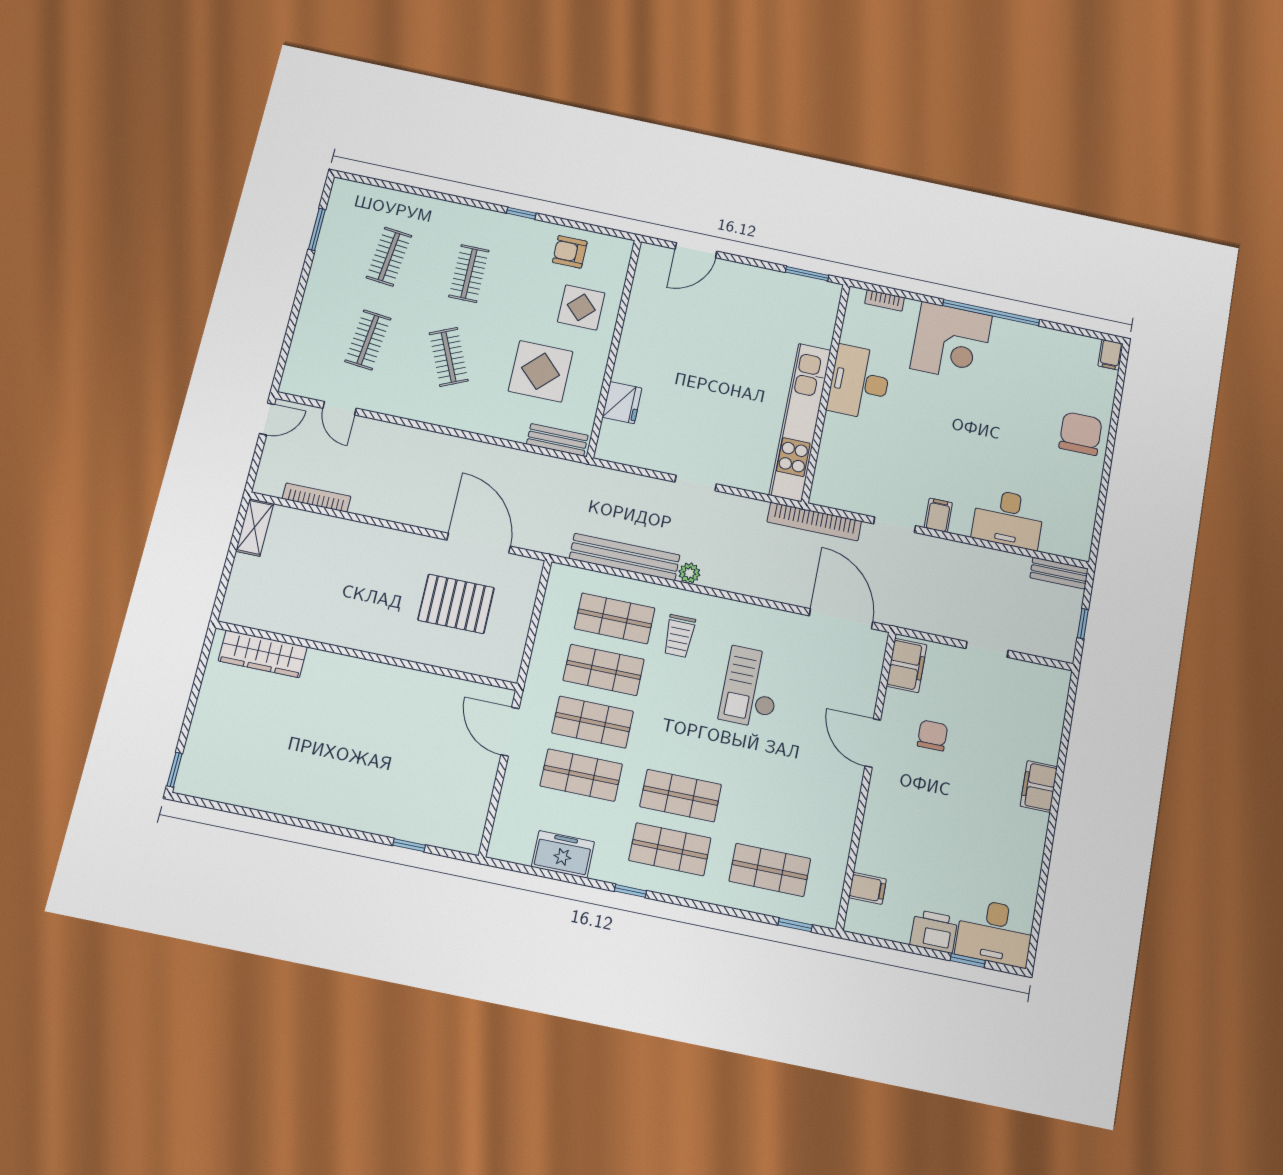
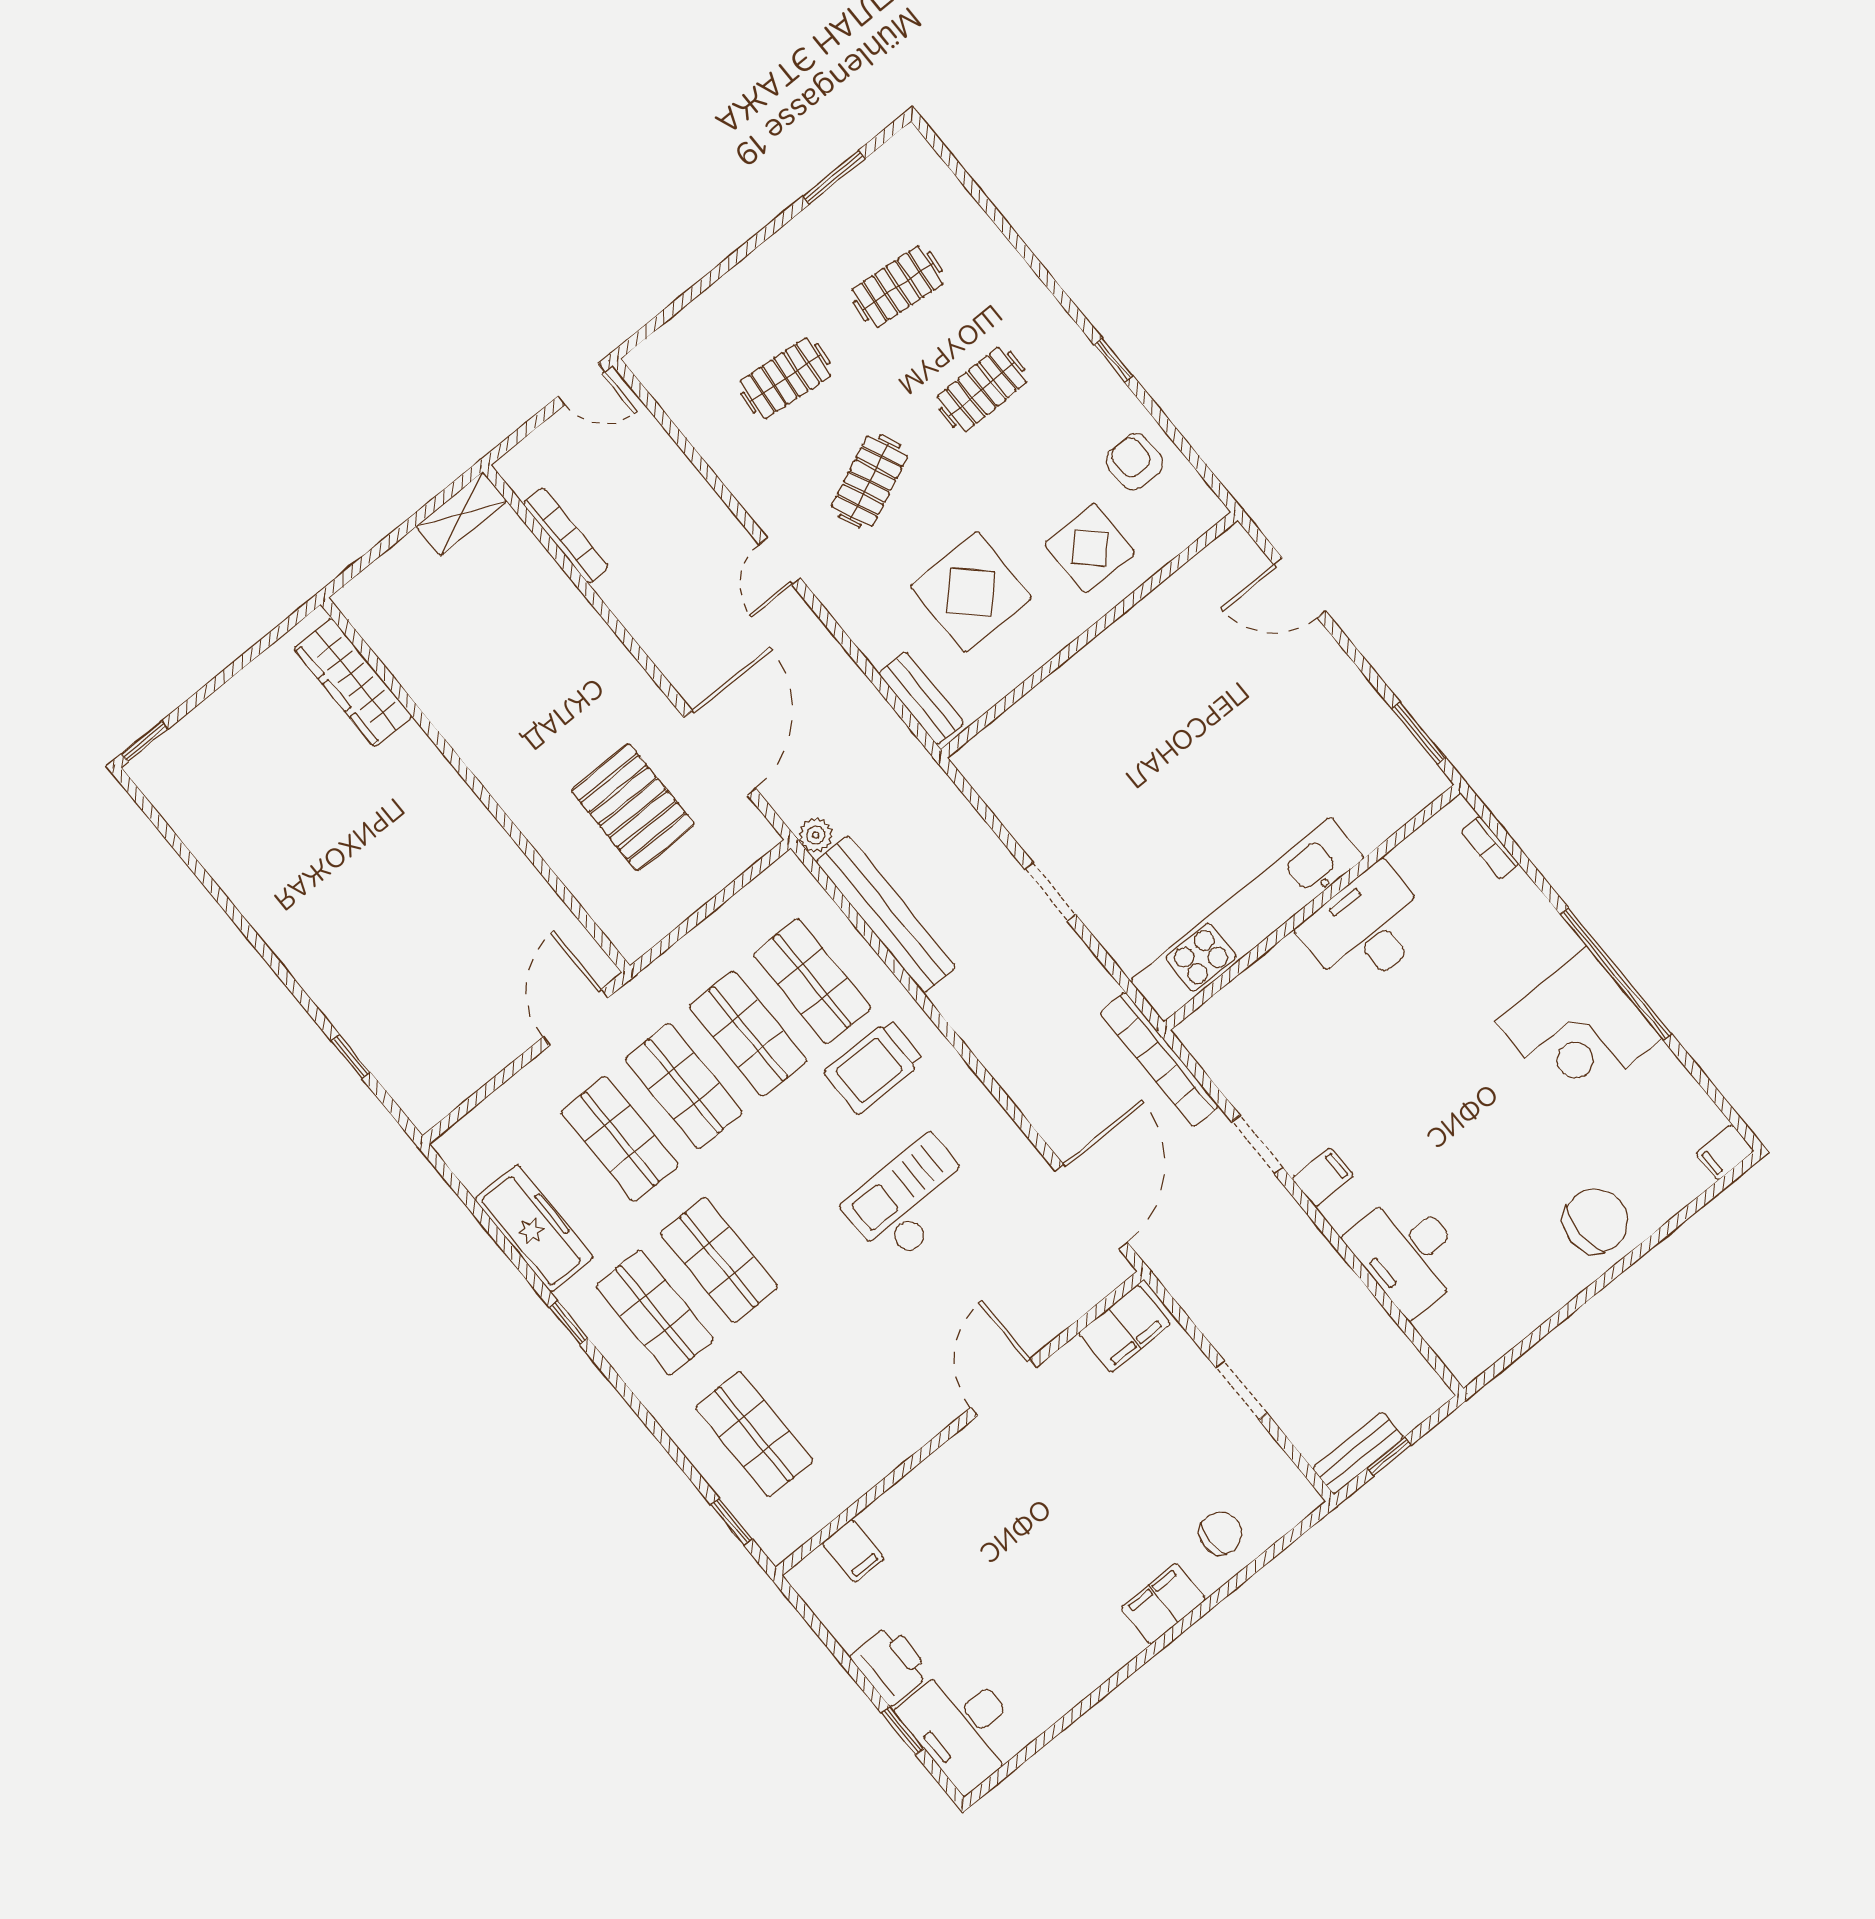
corner desk: (951, 342) -> (1578, 1030), moved
fridge: (622, 403) -> (1041, 715), removed
door: (339, 408) -> (780, 561), moved
plant: (689, 573) -> (816, 835), moved
bench: (1059, 573) -> (1358, 1453), moved, turned 90
trolley: (679, 636) -> (874, 1066), width x1.36, depth x1.39
chair: (932, 735) -> (1221, 1533), moved
freezer: (563, 854) -> (534, 1228), width x1.40

